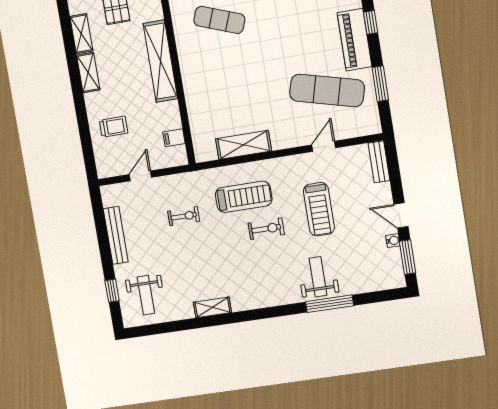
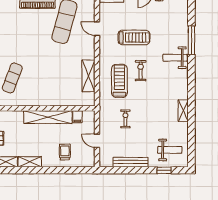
shelving: (160, 61) -> (48, 117), moved
weight bench: (318, 277) -> (175, 58), moved

